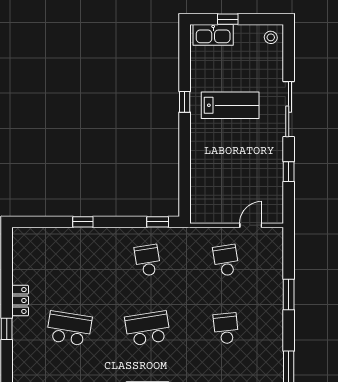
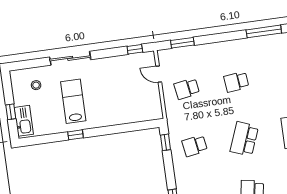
stool: (271, 37) -> (36, 85), moved
window: (289, 172) -> (135, 49), moved
window: (289, 295) -> (182, 43), moved
school desk: (148, 328) -> (244, 139), turned 30

